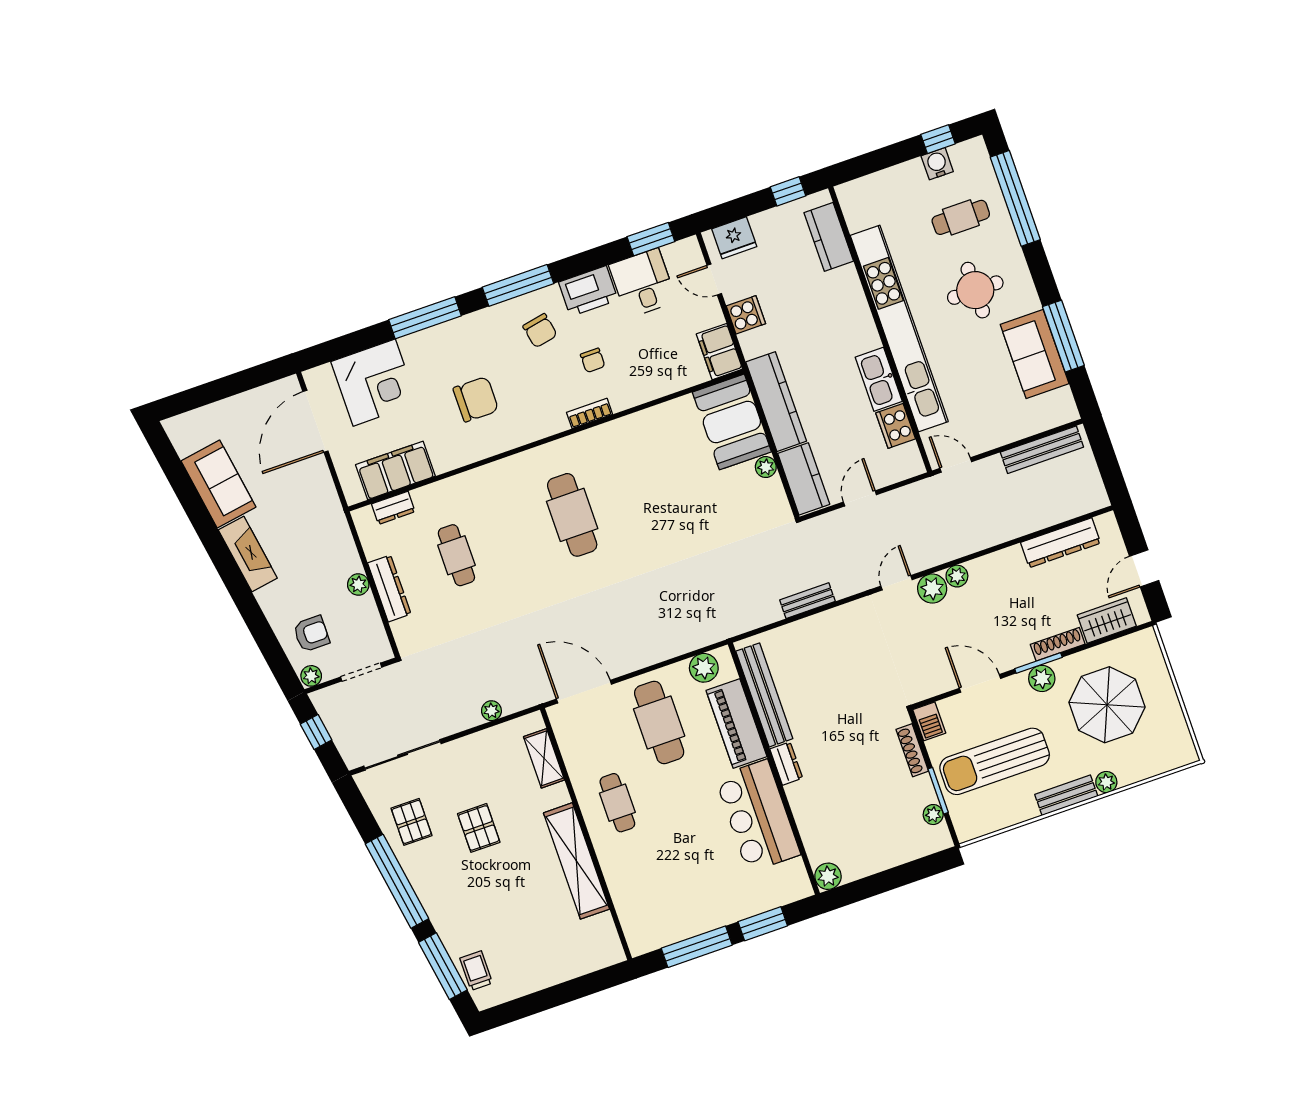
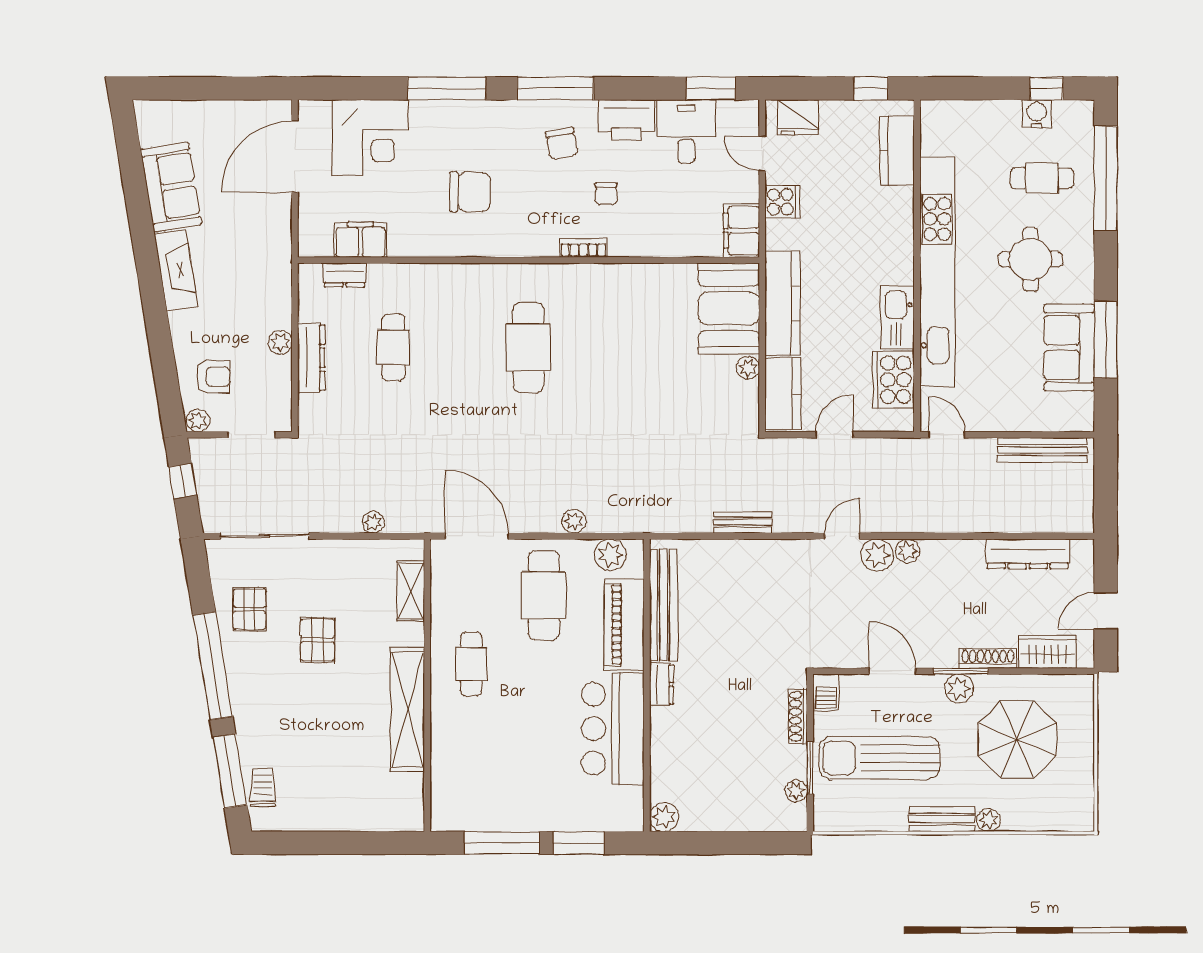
cooker: (896, 426) -> (893, 380), width x1.37, depth x1.31
filing cabinet: (395, 470) -> (360, 240), width x0.67, depth x0.86
plant: (663, 650) -> (574, 521), added

